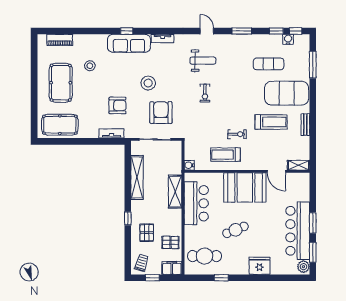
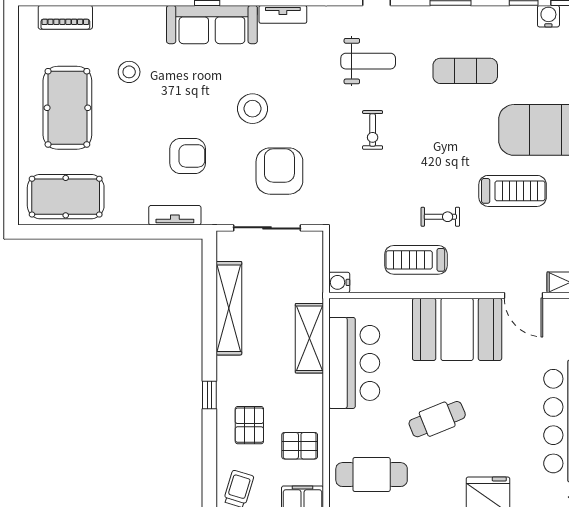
exercise mat: (269, 64) -> (465, 71), moved

